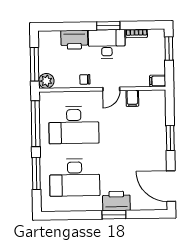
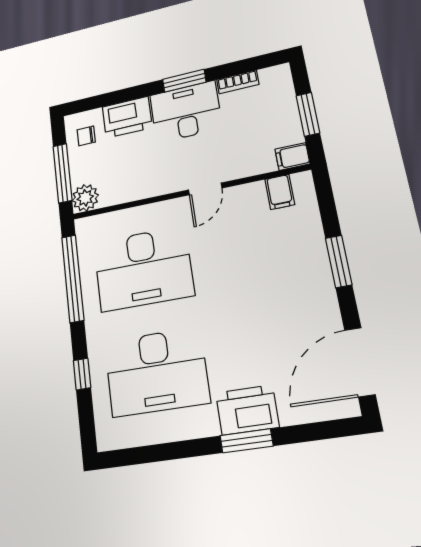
window: (169, 48) -> (308, 114), moved
chair: (85, 79) -> (86, 136), moved
filing cabinet: (132, 98) -> (280, 192), moved
window: (36, 173) -> (82, 374), width x0.46
door: (171, 186) -> (360, 362), hinge flipped

